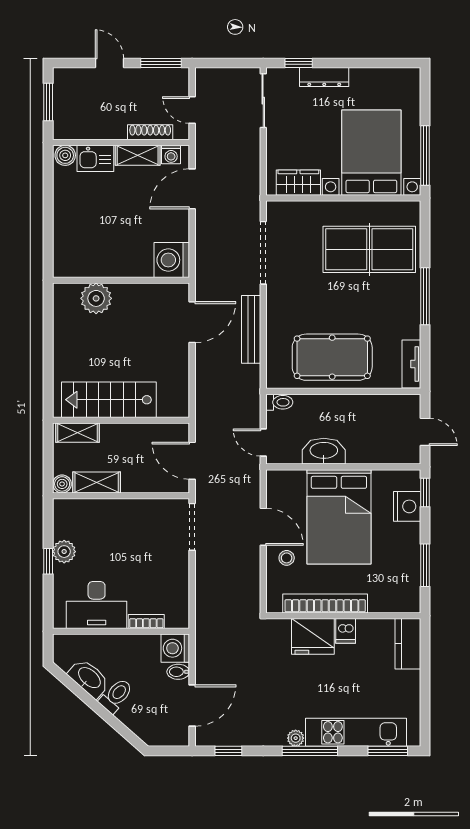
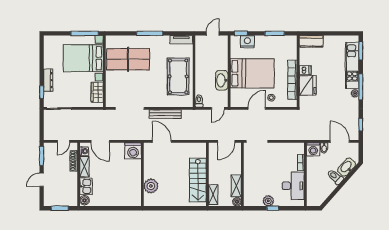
table tennis table: (369, 249) -> (128, 59), turned 90
washbasin: (89, 678) -> (347, 167), moved

